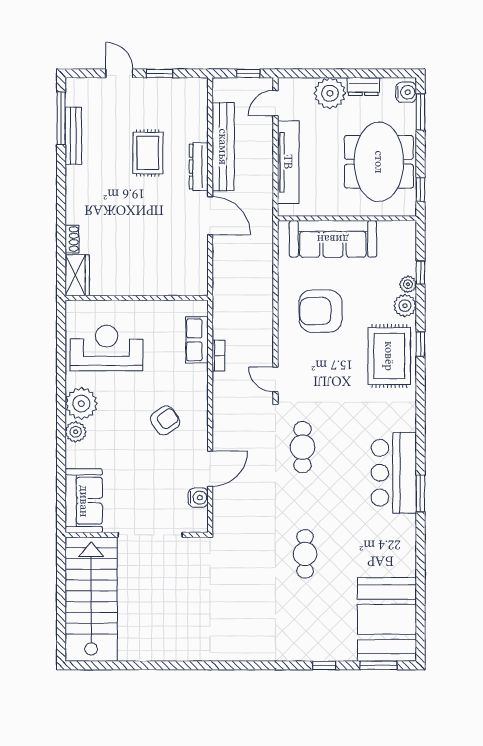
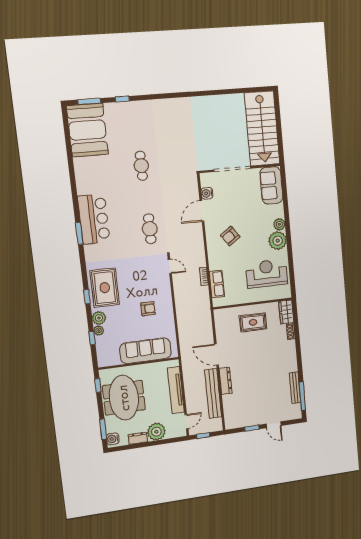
rug: (148, 153) -> (253, 322), moved, turned 90
armchair: (321, 311) -> (148, 309), width x0.53, depth x0.53
reception desk: (107, 348) -> (267, 274), turned 180
window: (420, 493) -> (79, 233), moved

